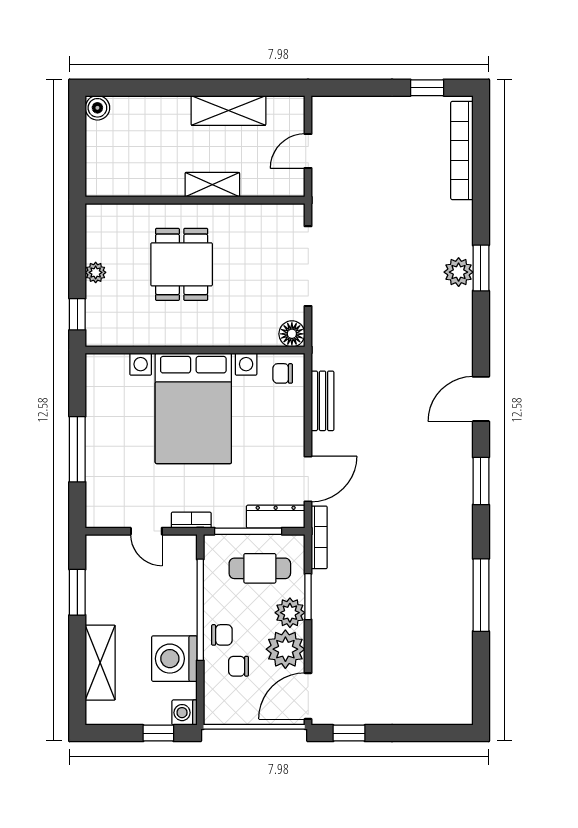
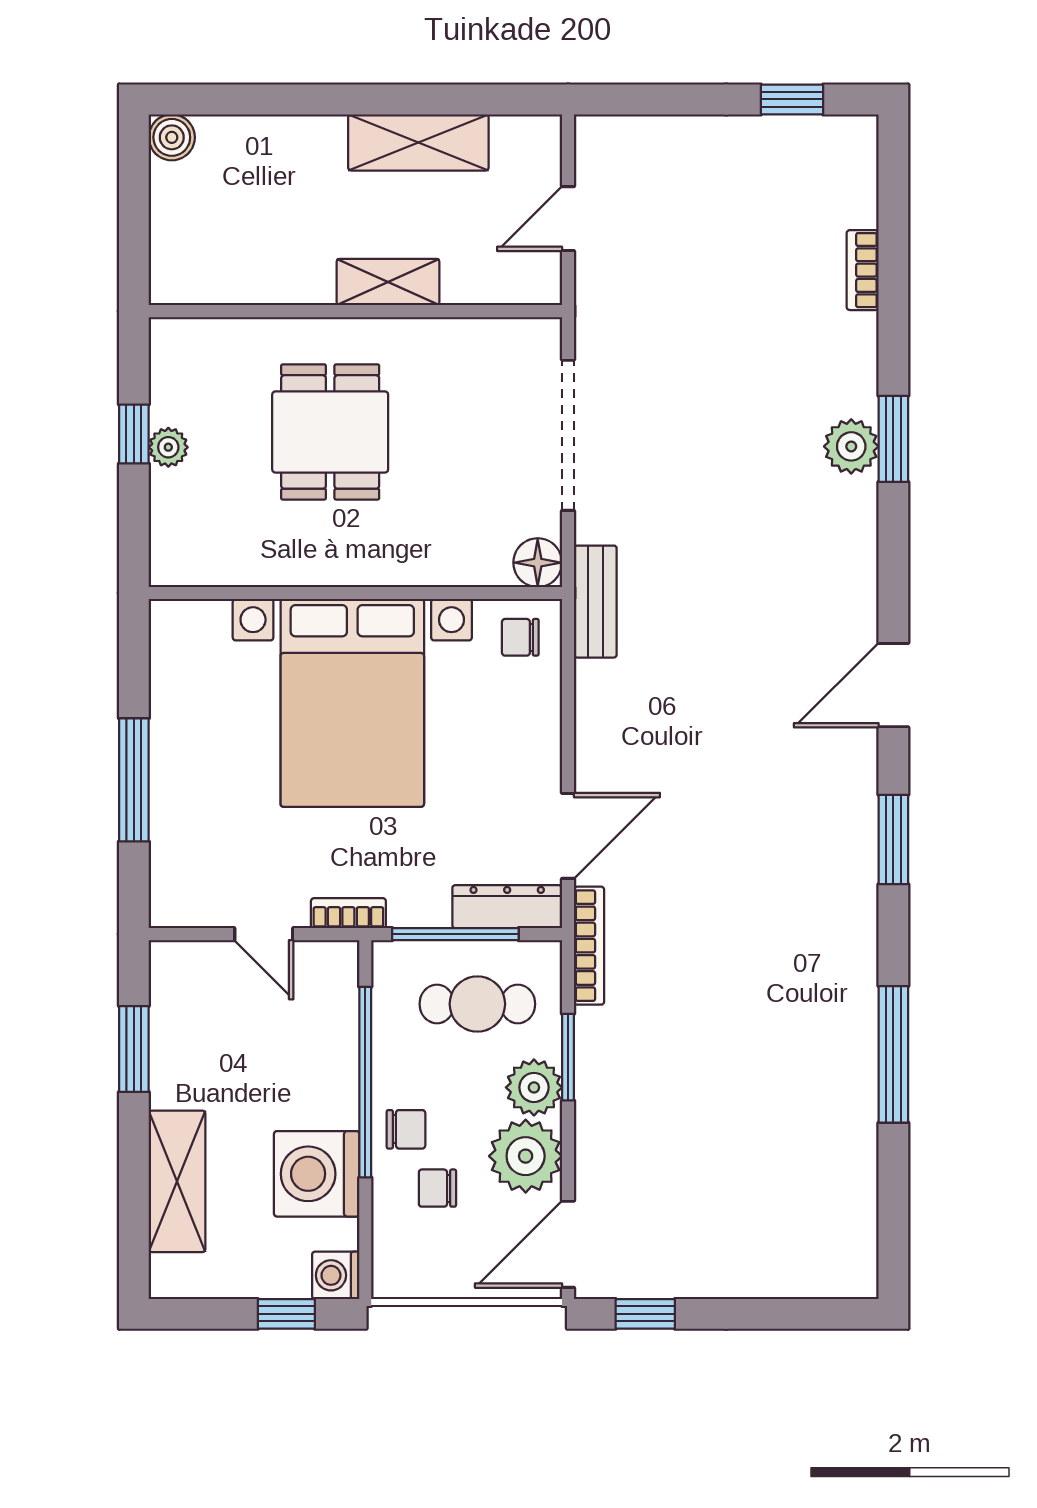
bookcase: (462, 151) -> (863, 270), width x0.43, depth x0.76
window: (77, 314) -> (134, 434), moved
bench: (323, 401) -> (595, 602), moved

